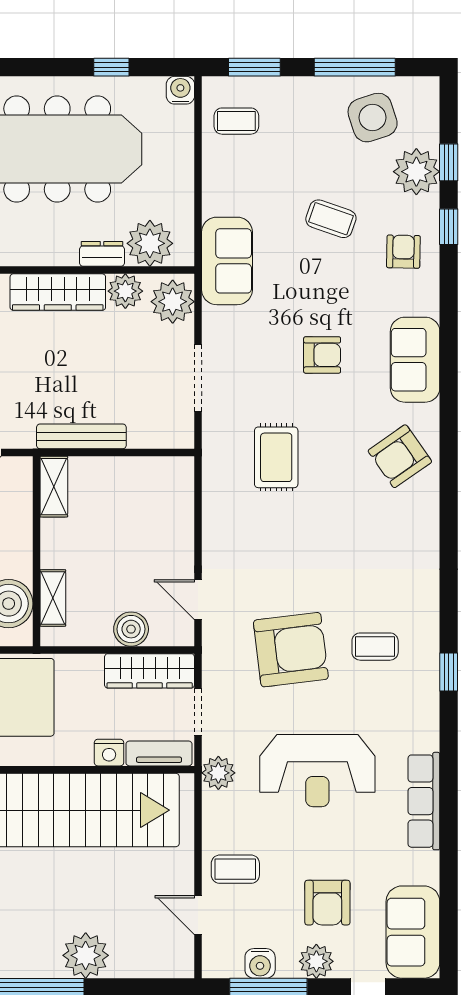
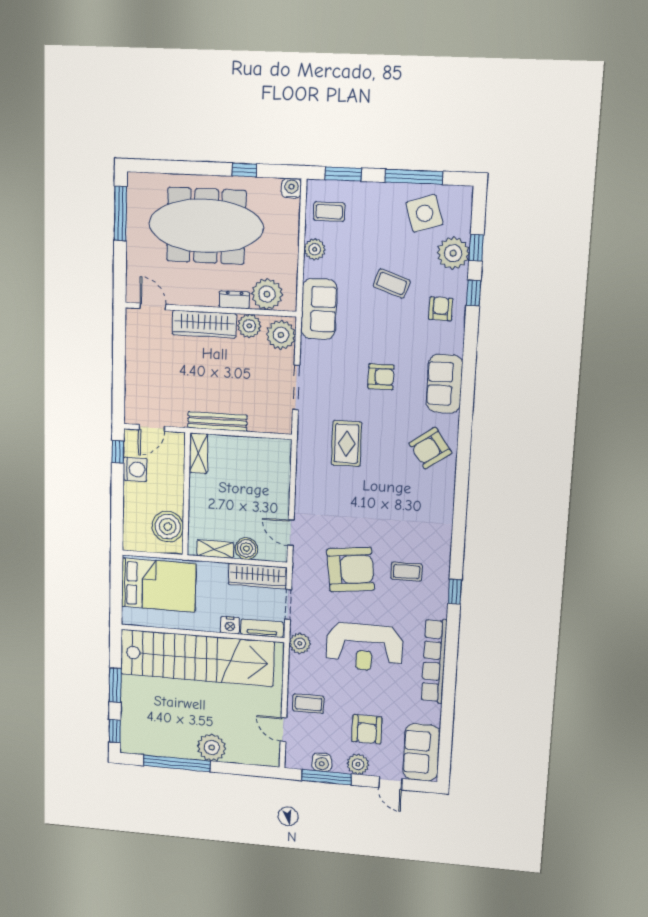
plant: (217, 175) -> (315, 249), added
shelving: (53, 598) -> (215, 549), moved, turned 90
row of seats: (424, 801) -> (434, 661), width x1.36

